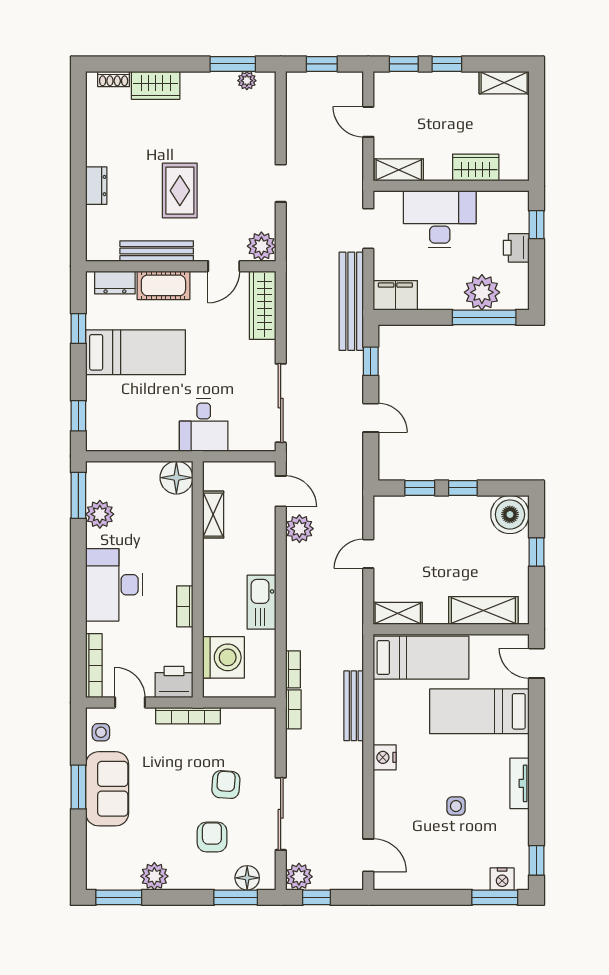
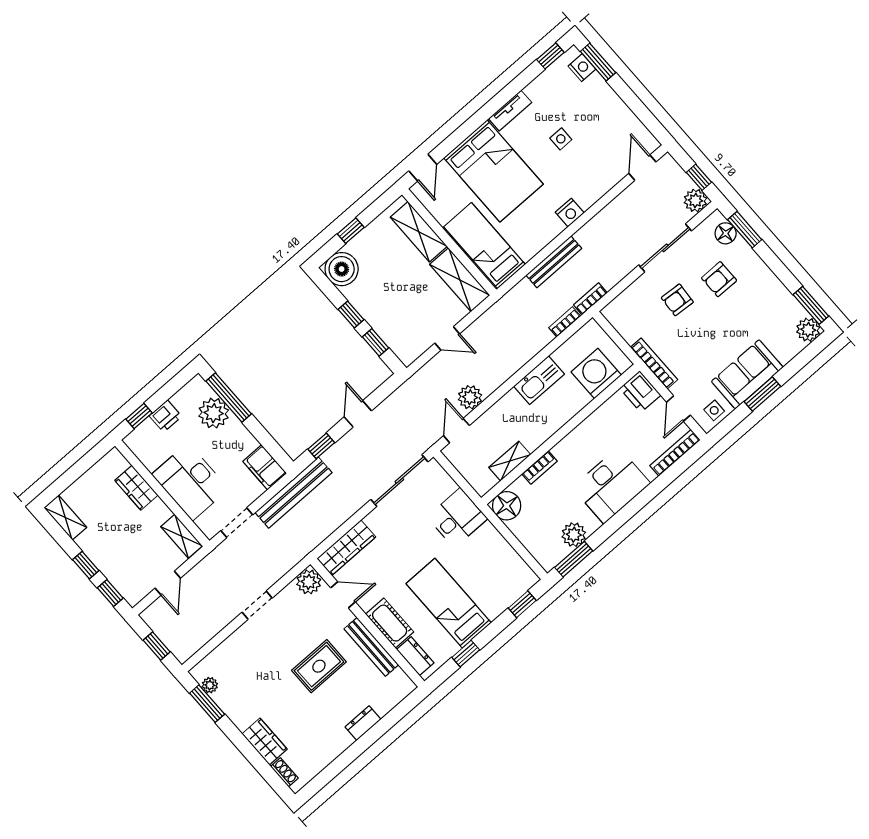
bookcase: (185, 606) -> (540, 467), moved
shelving: (398, 613) -> (460, 280), width x1.50, depth x1.33
bed: (479, 711) -> (493, 171), width x1.50
plant: (154, 876) -> (808, 330), moved

